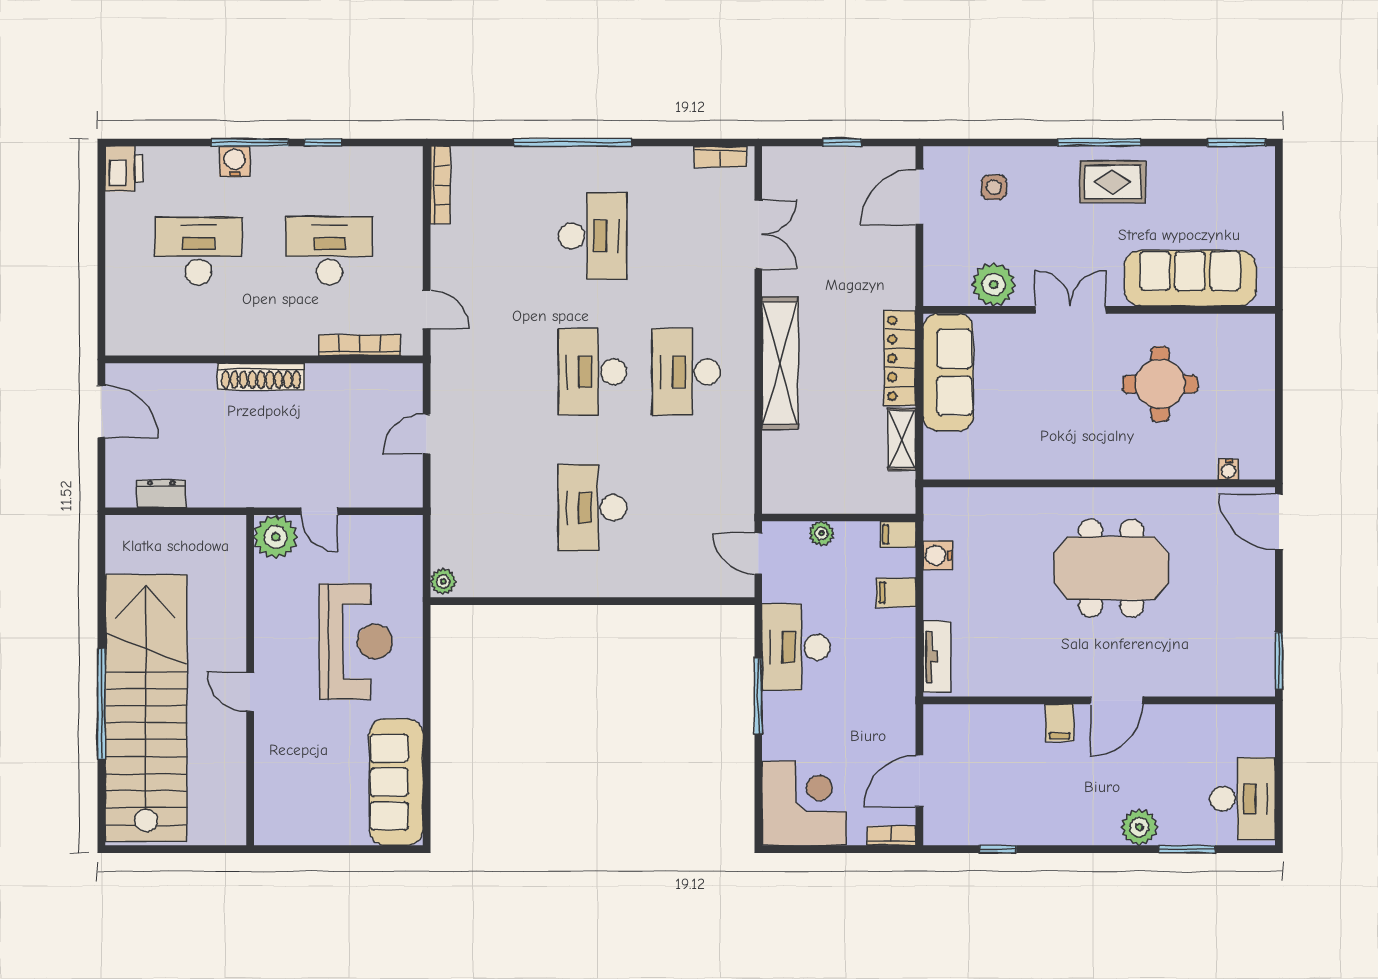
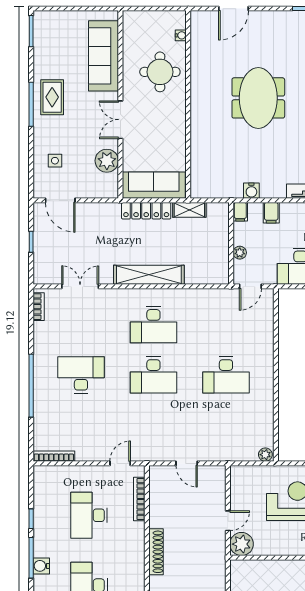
water cooler: (1229, 469) -> (181, 35), moved
wall: (1099, 483) -> (188, 104), moved

